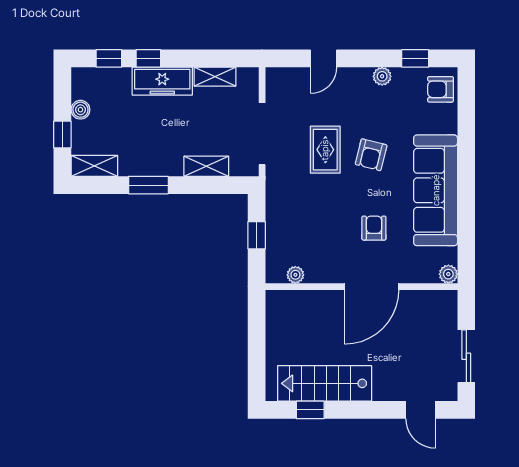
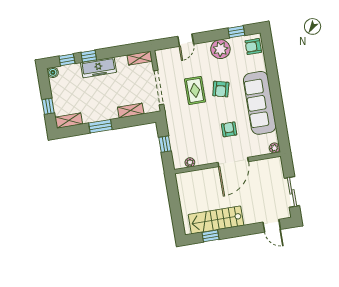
plant: (382, 76) -> (220, 49), width x1.88, depth x1.88
shelving: (215, 77) -> (139, 58), moved
boiler: (80, 110) -> (53, 72), moved

